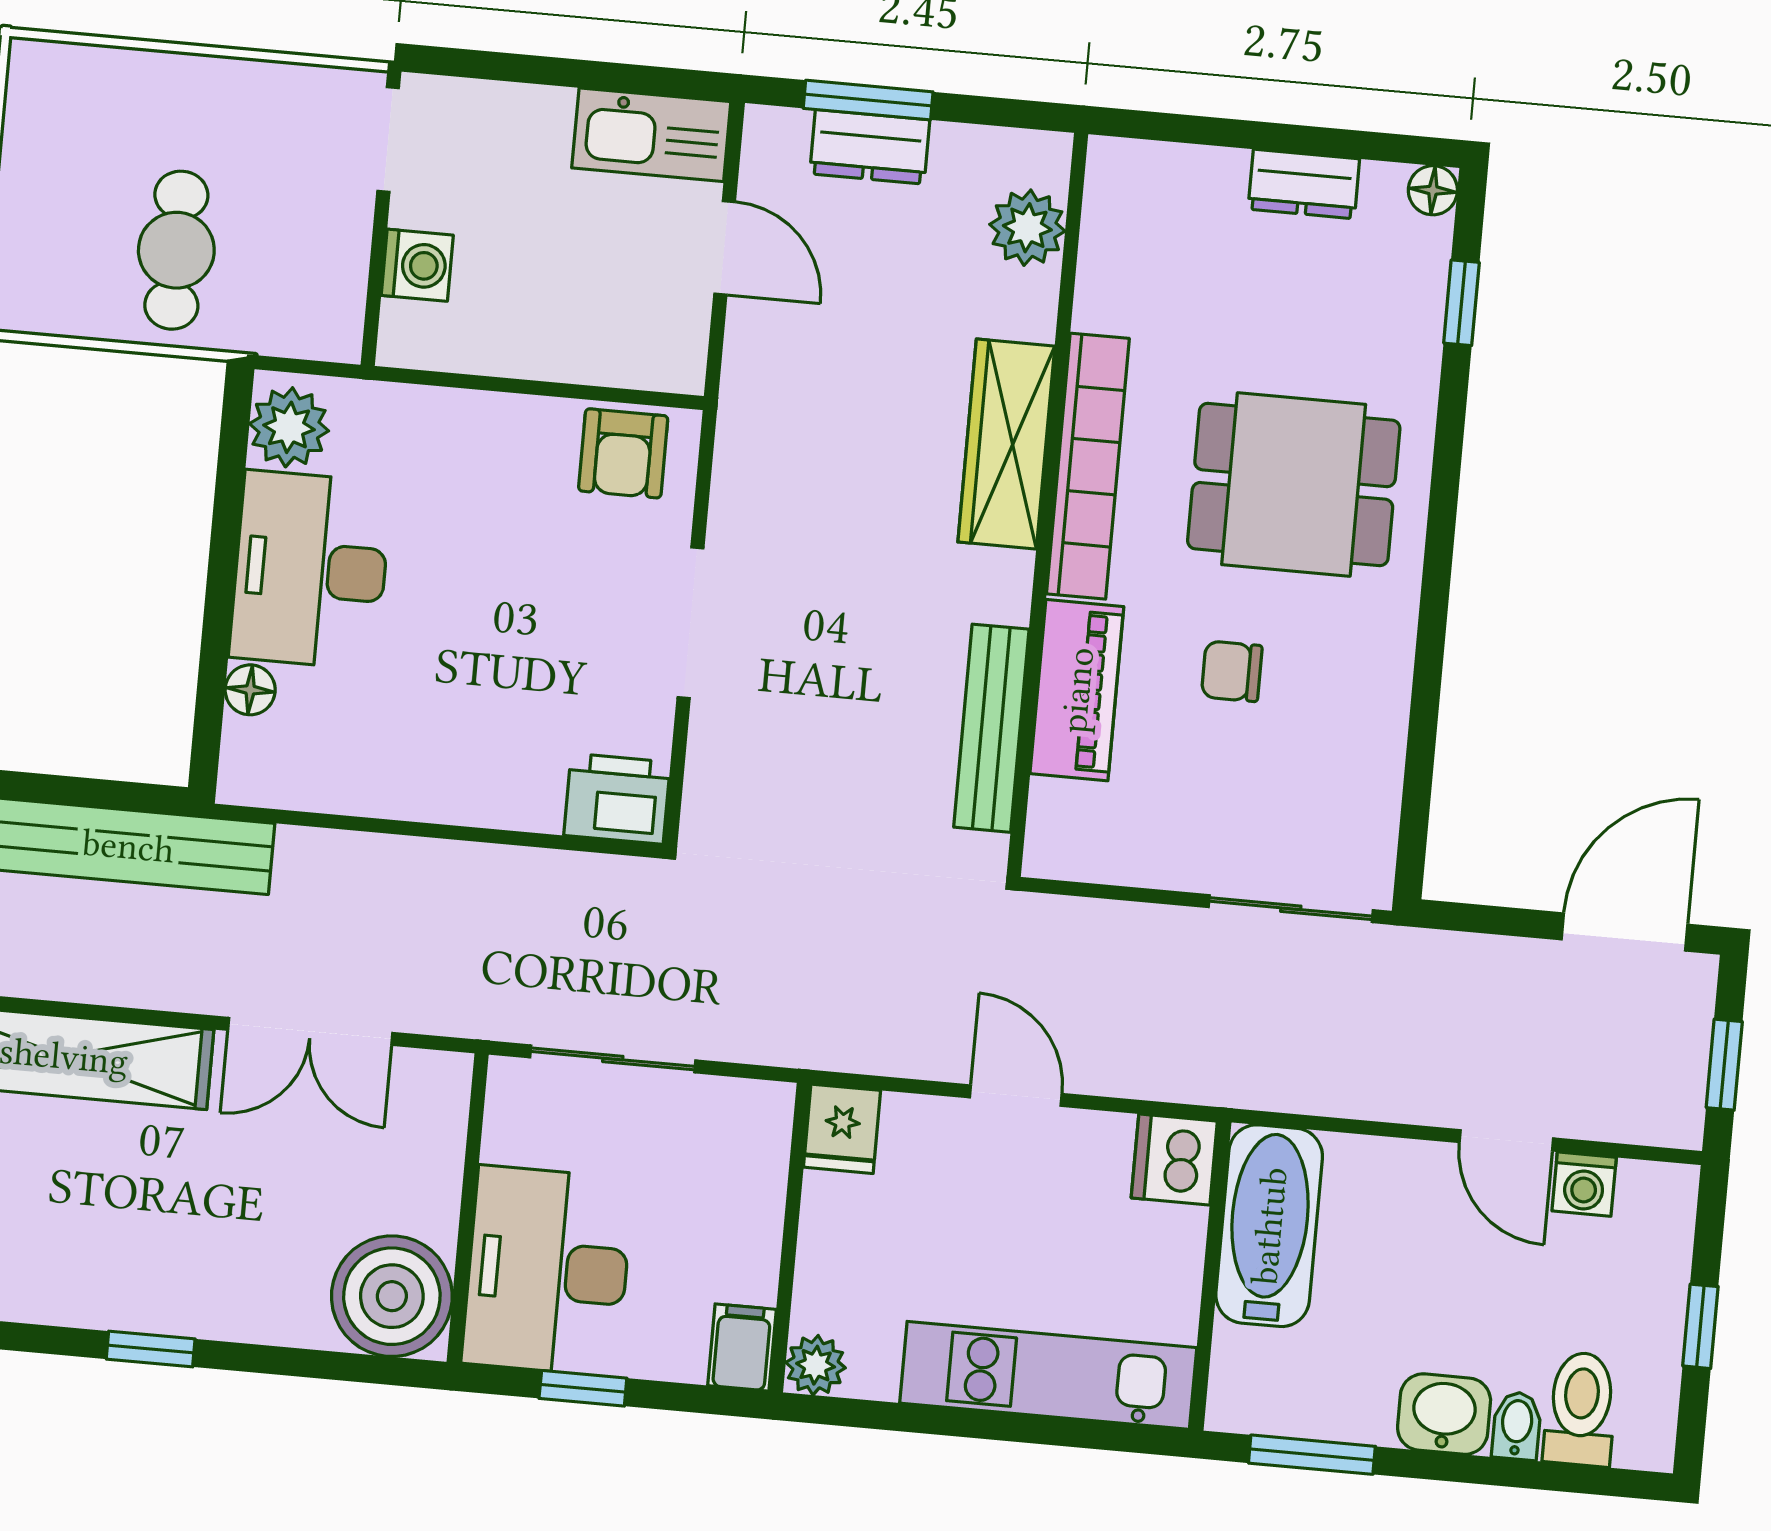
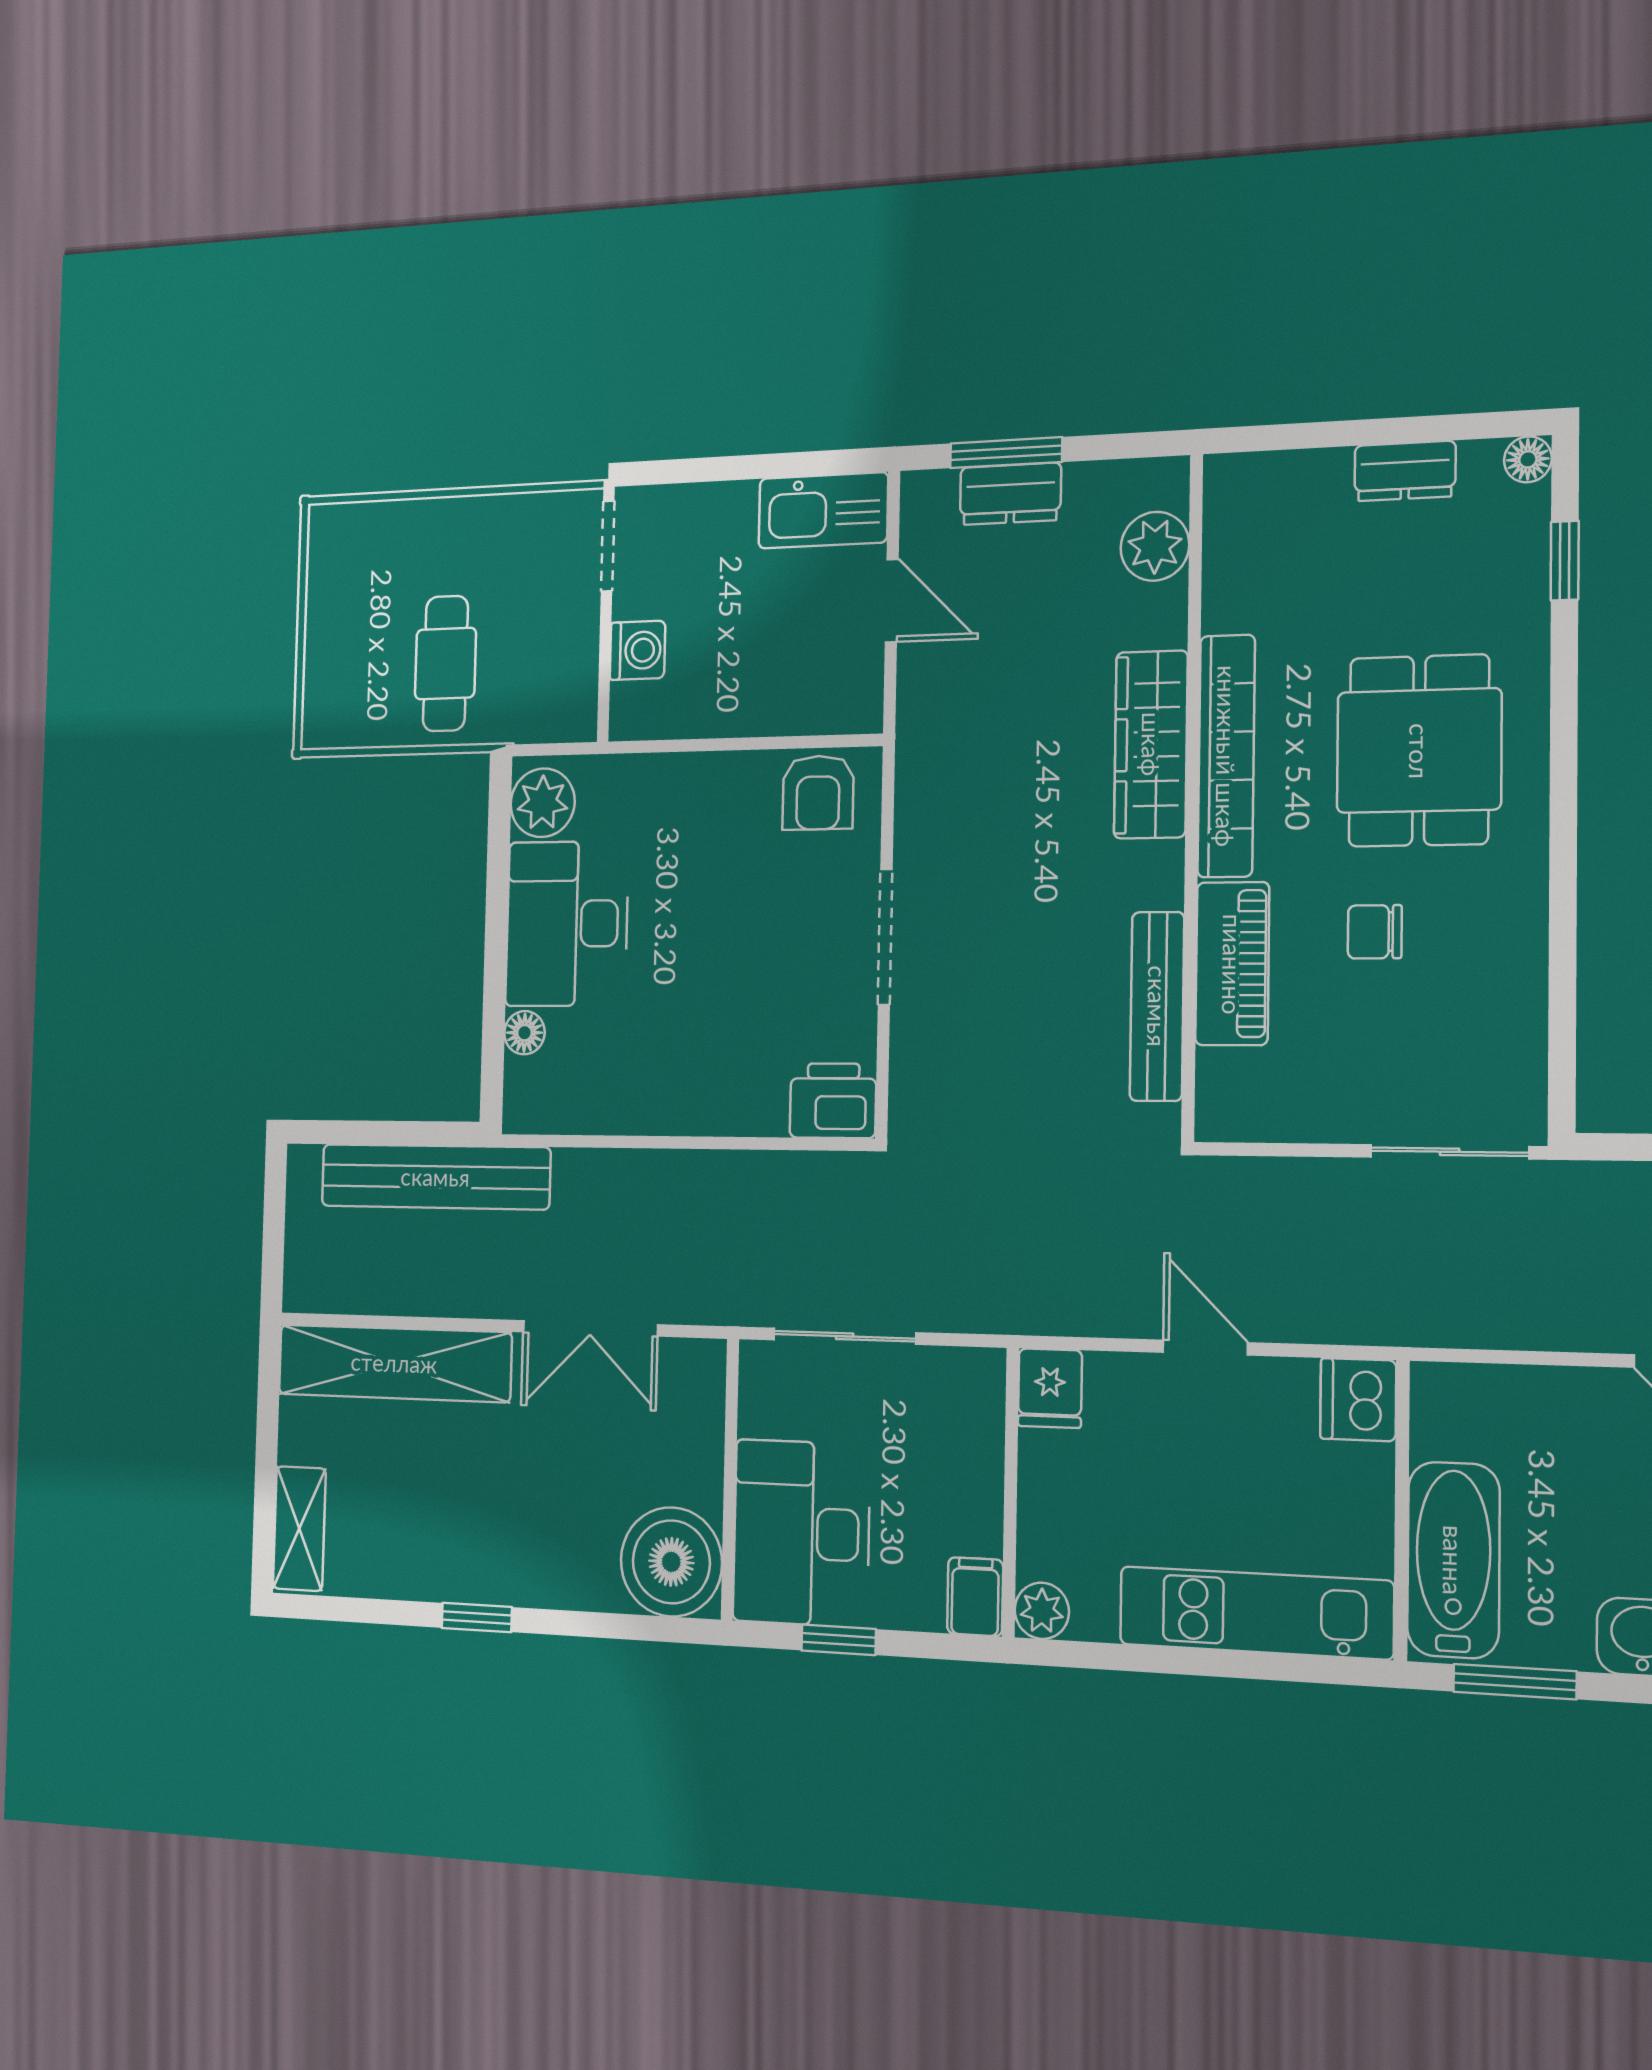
dining table: (1294, 485) -> (1419, 751), turned 90
bathtub: (1269, 1226) -> (1453, 1560), moved

